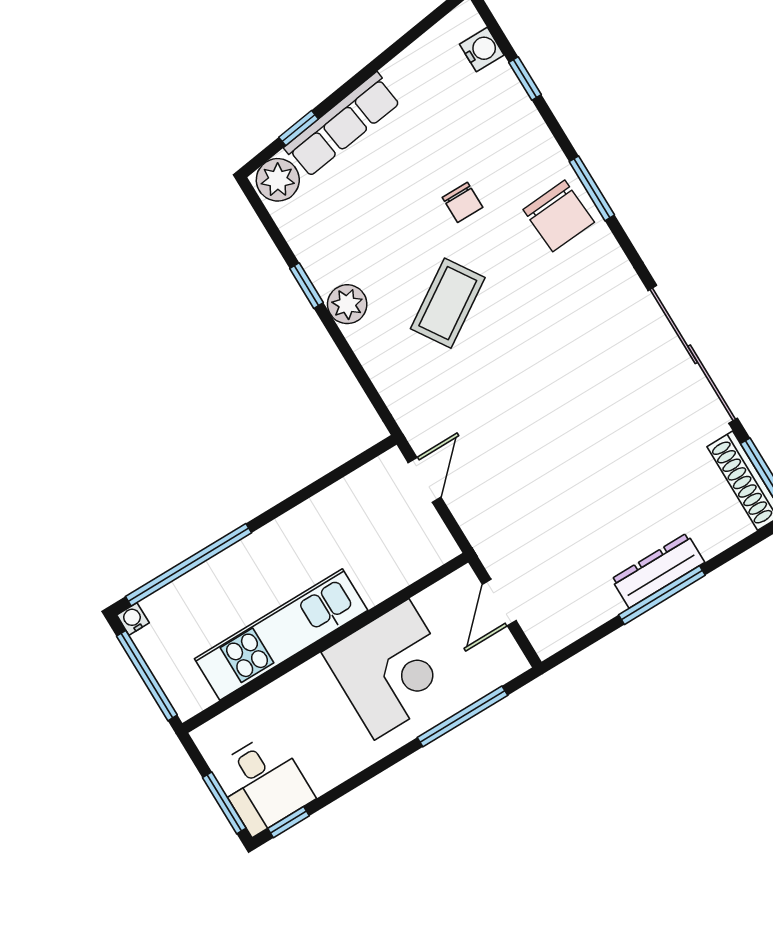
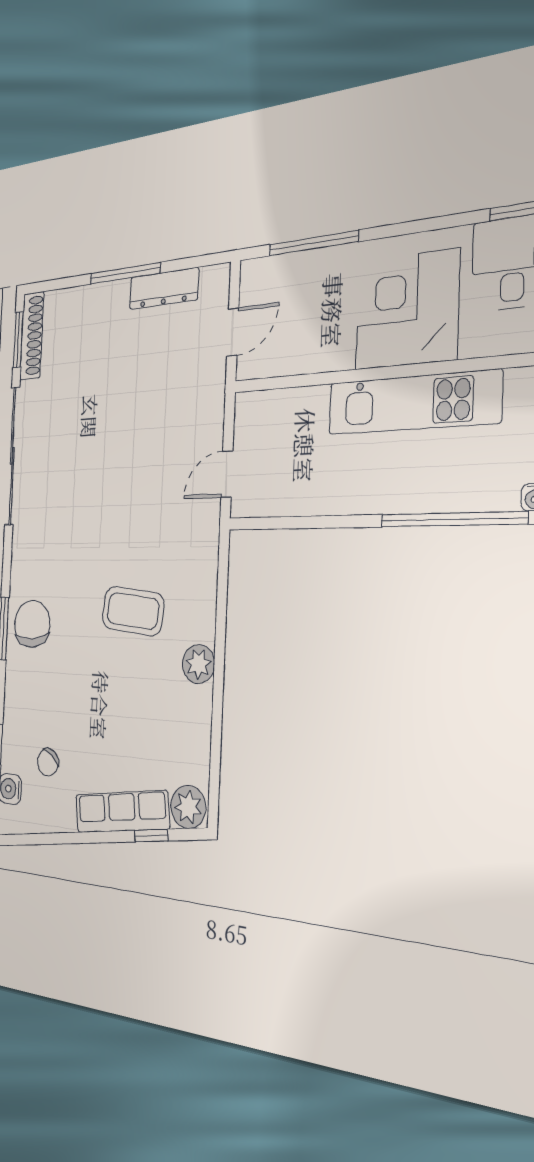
chair: (463, 202) -> (48, 762), moved, turned -143
window: (306, 286) -> (218, 703), removed
coffee table: (448, 303) -> (133, 611), turned 39
dresser: (658, 571) -> (164, 289), moved
corner desk: (392, 669) -> (407, 310), moved

